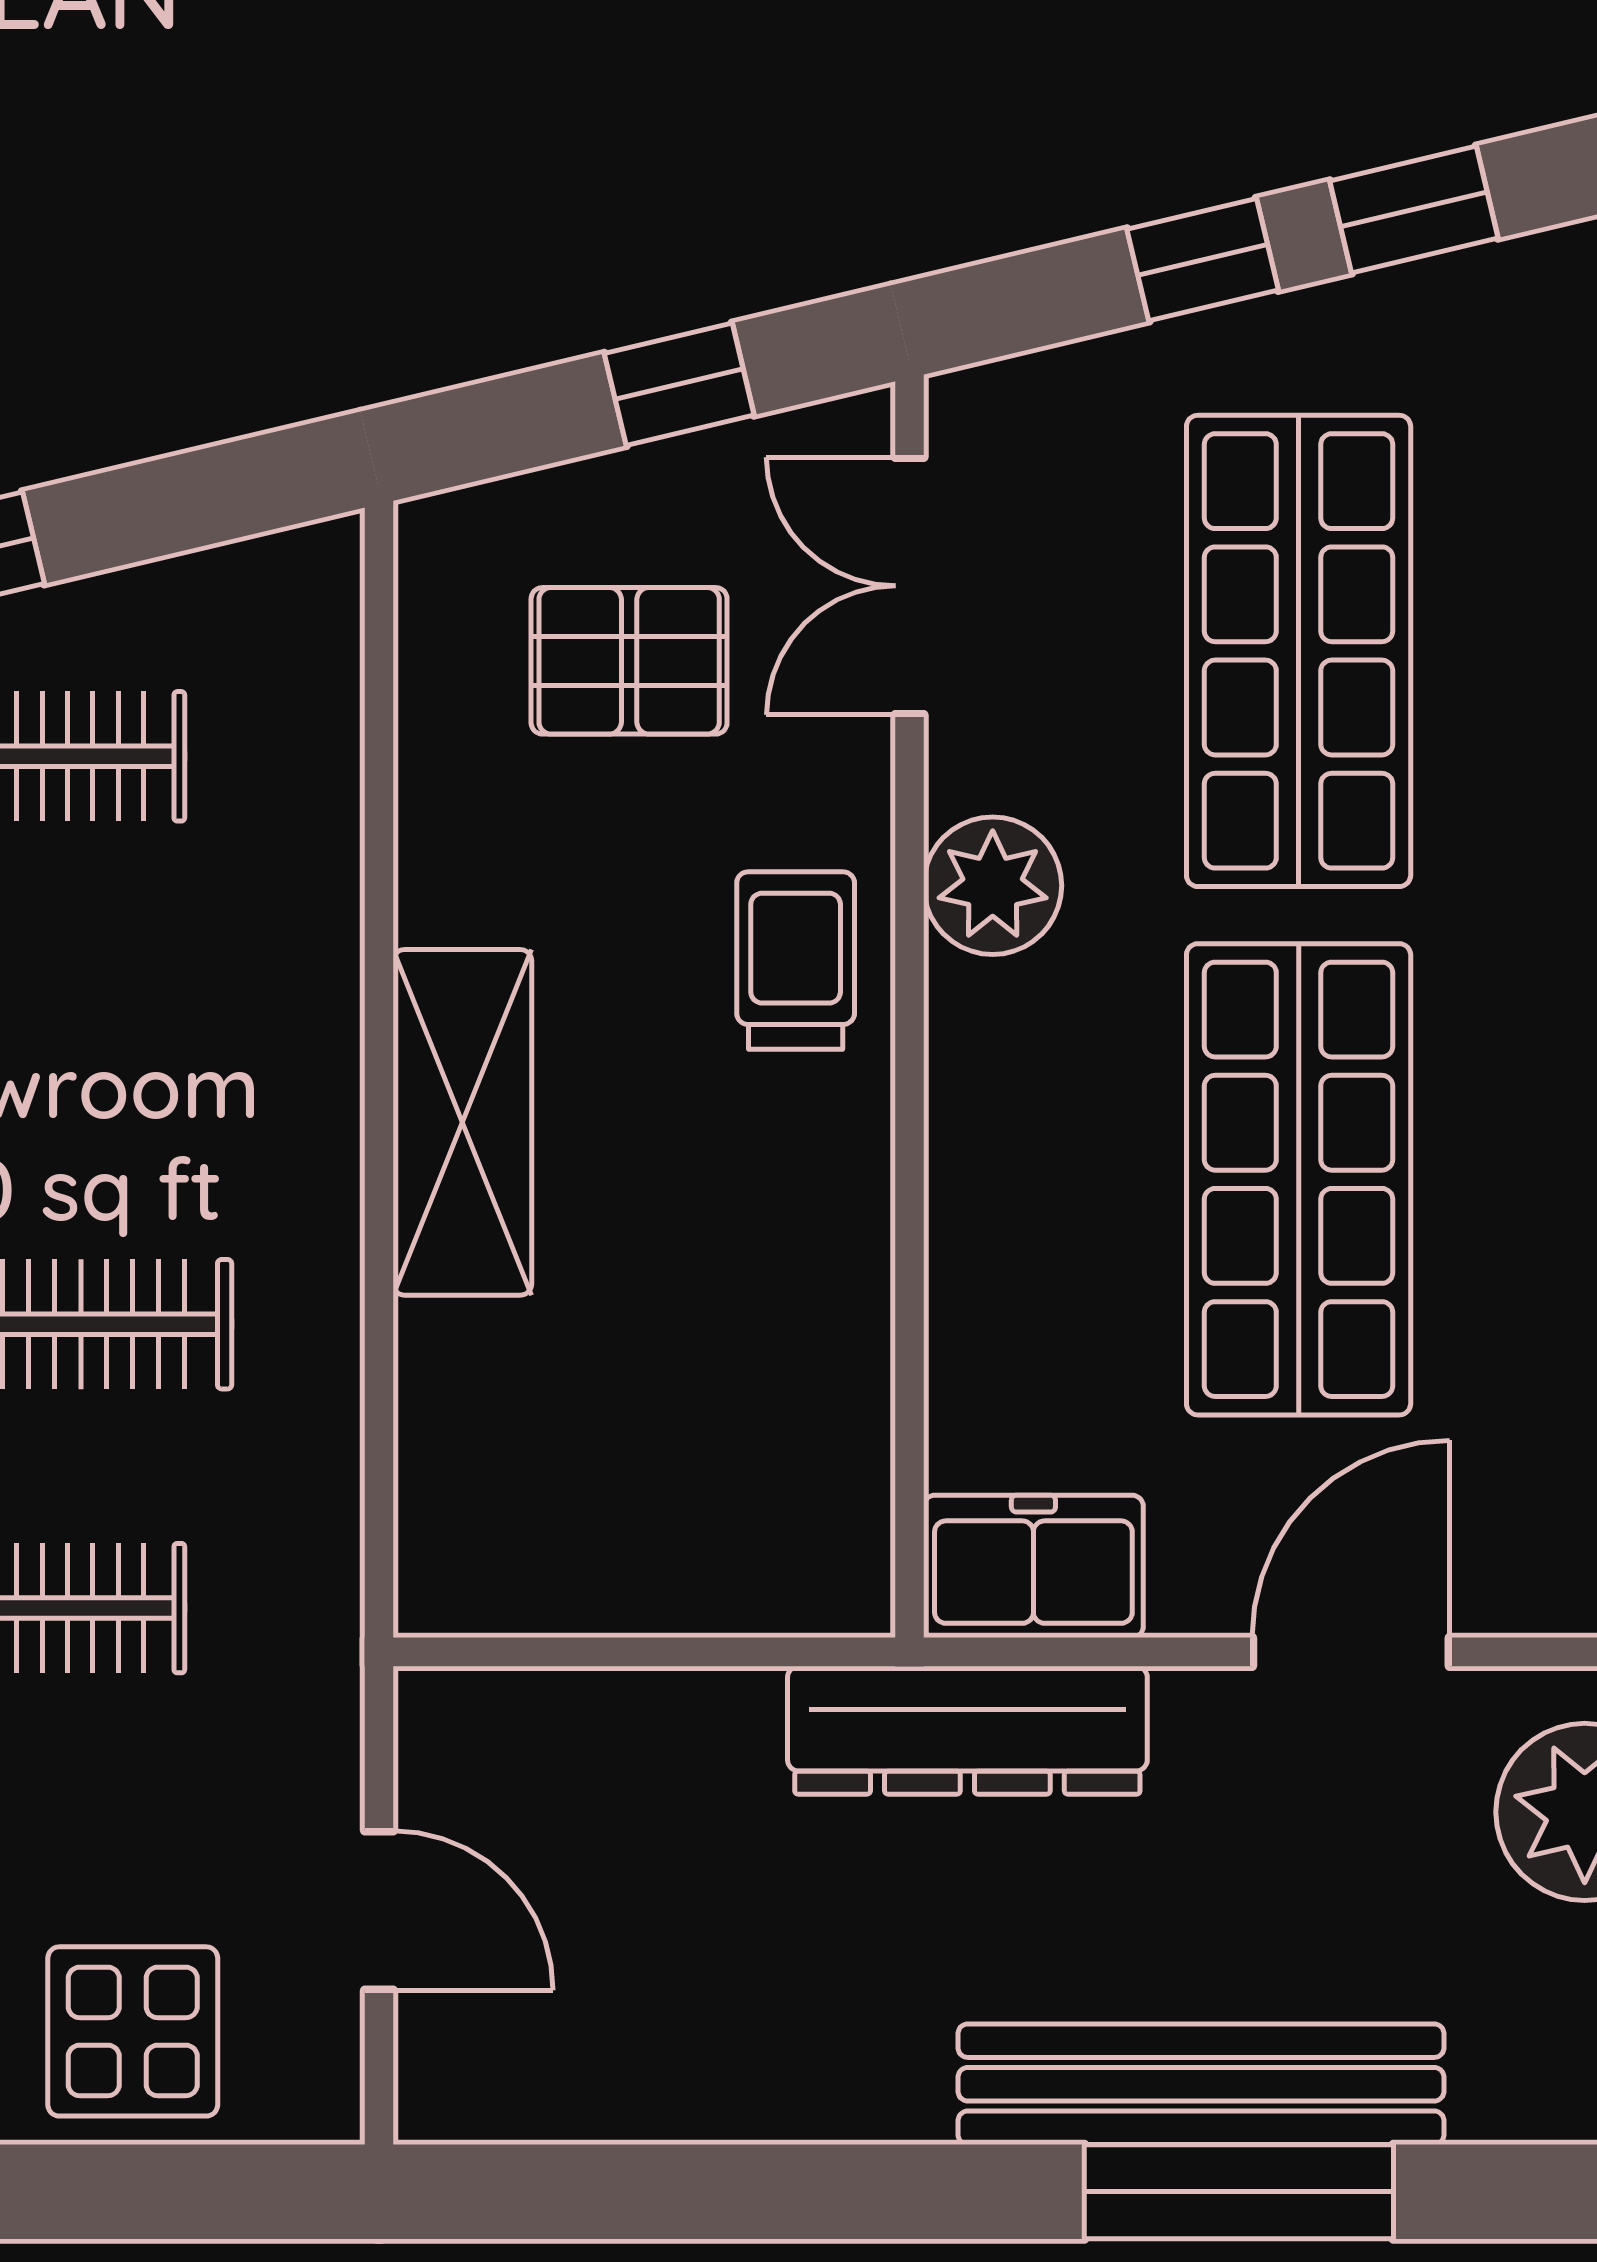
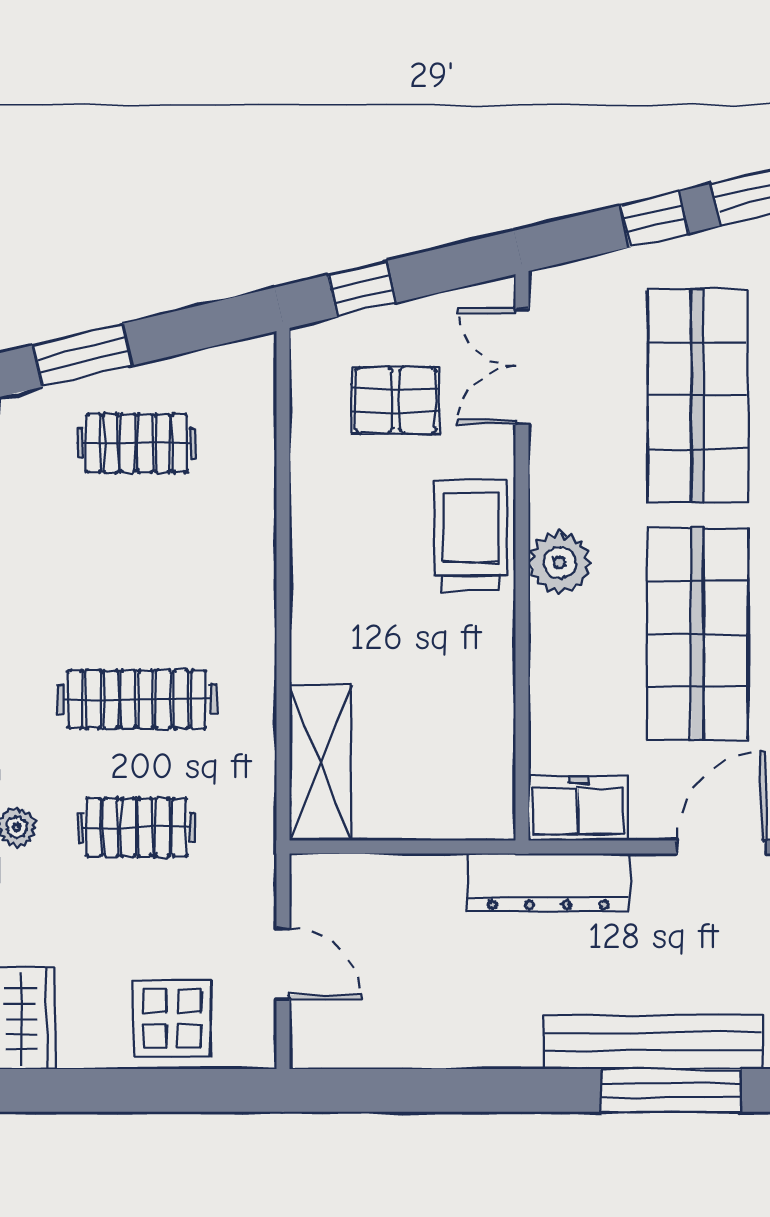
window: (679, 384) -> (362, 289), moved
plant: (993, 886) -> (560, 563), moved
trolley: (796, 961) -> (471, 535), width x1.36, depth x1.39
shelving: (462, 1122) -> (321, 763), moved

